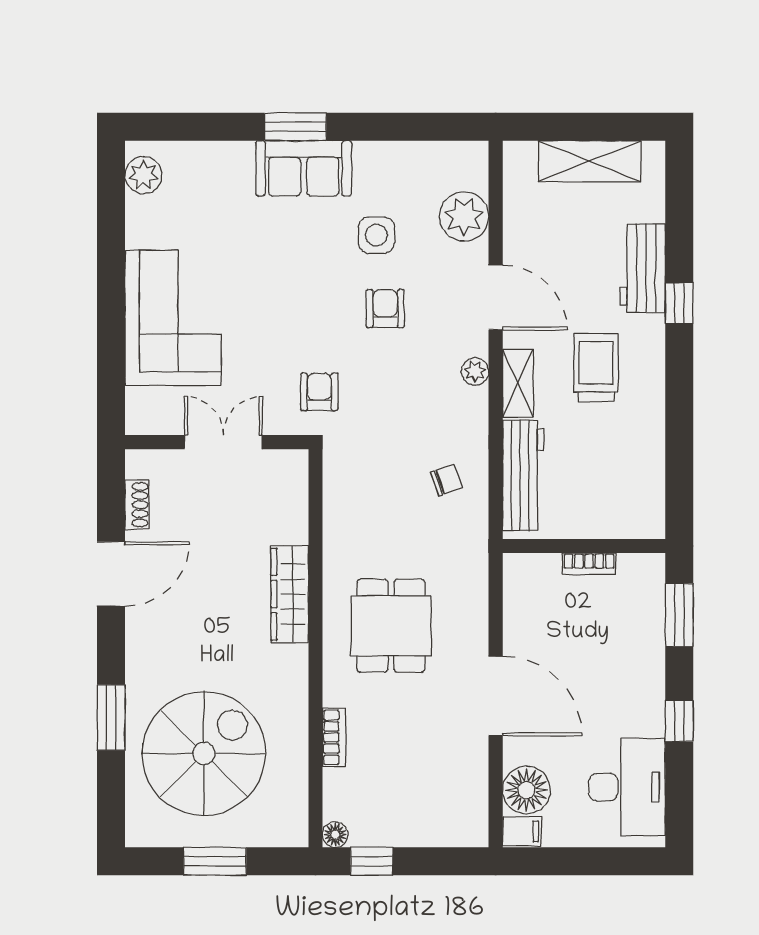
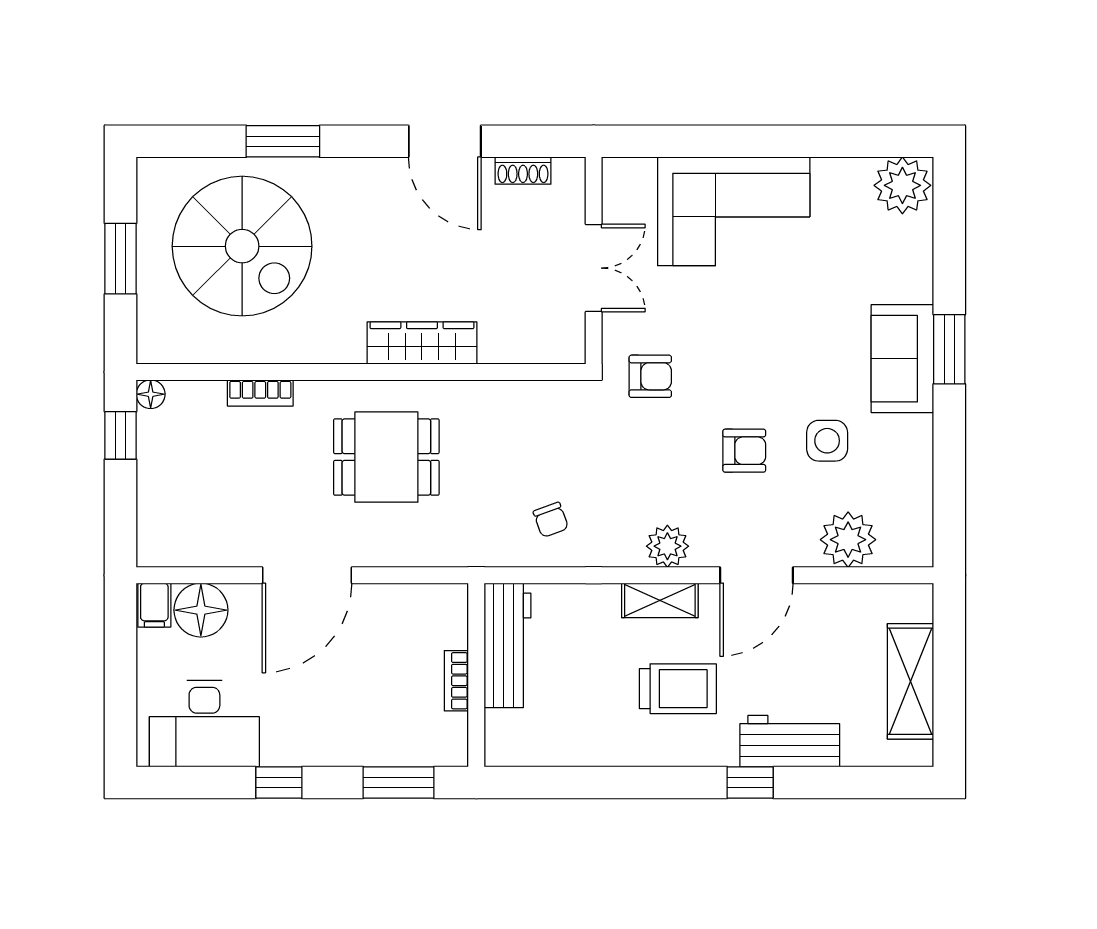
plant: (143, 175) -> (902, 185), width x1.36, depth x1.36
plant: (475, 371) -> (667, 546), width x1.38, depth x1.38
workbench: (523, 475) -> (507, 645), moved, turned -90

